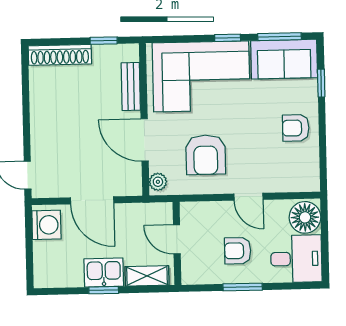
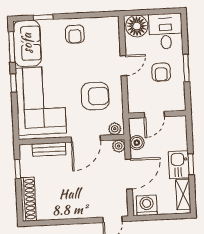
plant: (133, 187) -> (119, 146), added
boiler: (137, 213) -> (137, 143), added
shelving: (147, 276) -> (183, 194), moved

